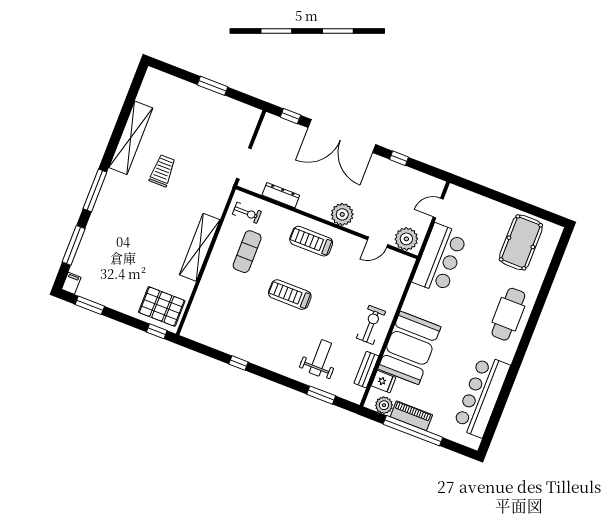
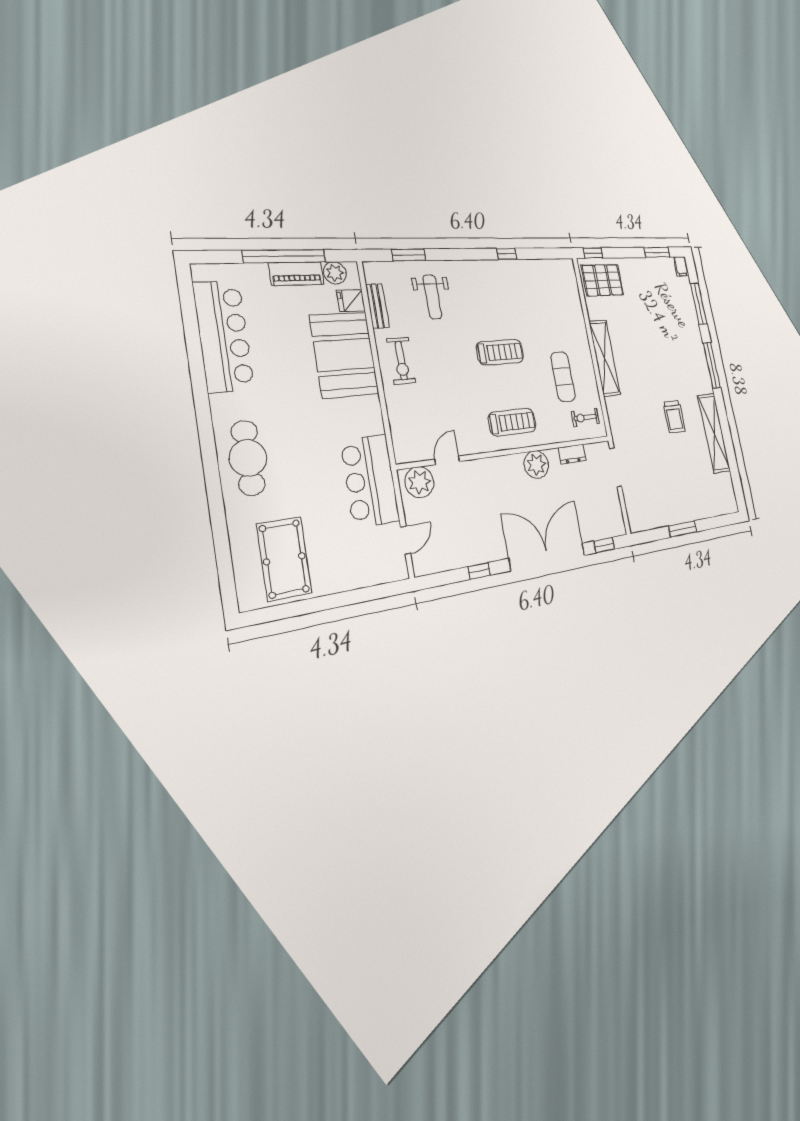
dresser: (281, 195) -> (572, 454), width x0.70
plant: (342, 214) -> (536, 465), moved

